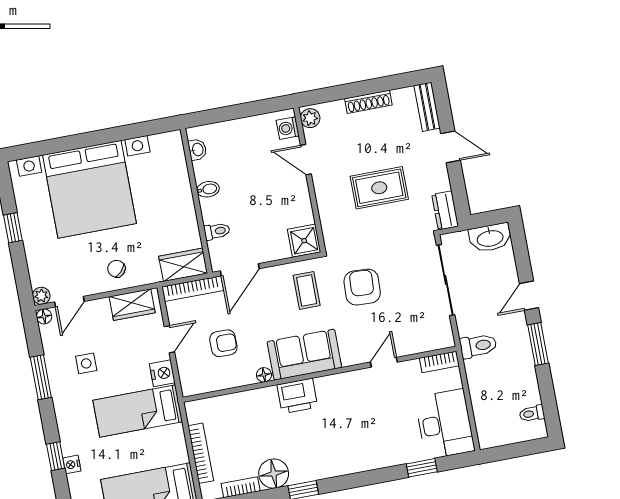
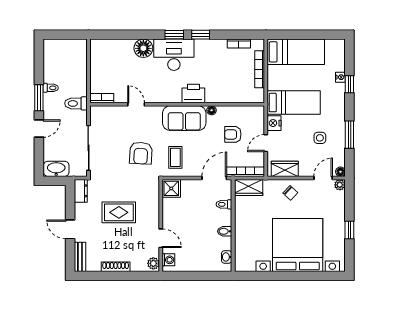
door: (384, 362) -> (136, 104), swing flipped
toilet: (532, 414) -> (51, 88), moved
desk: (445, 424) -> (174, 55), moved, turned 90
window: (422, 468) -> (174, 35), moved
floor lamp: (274, 474) -> (143, 48), moved

